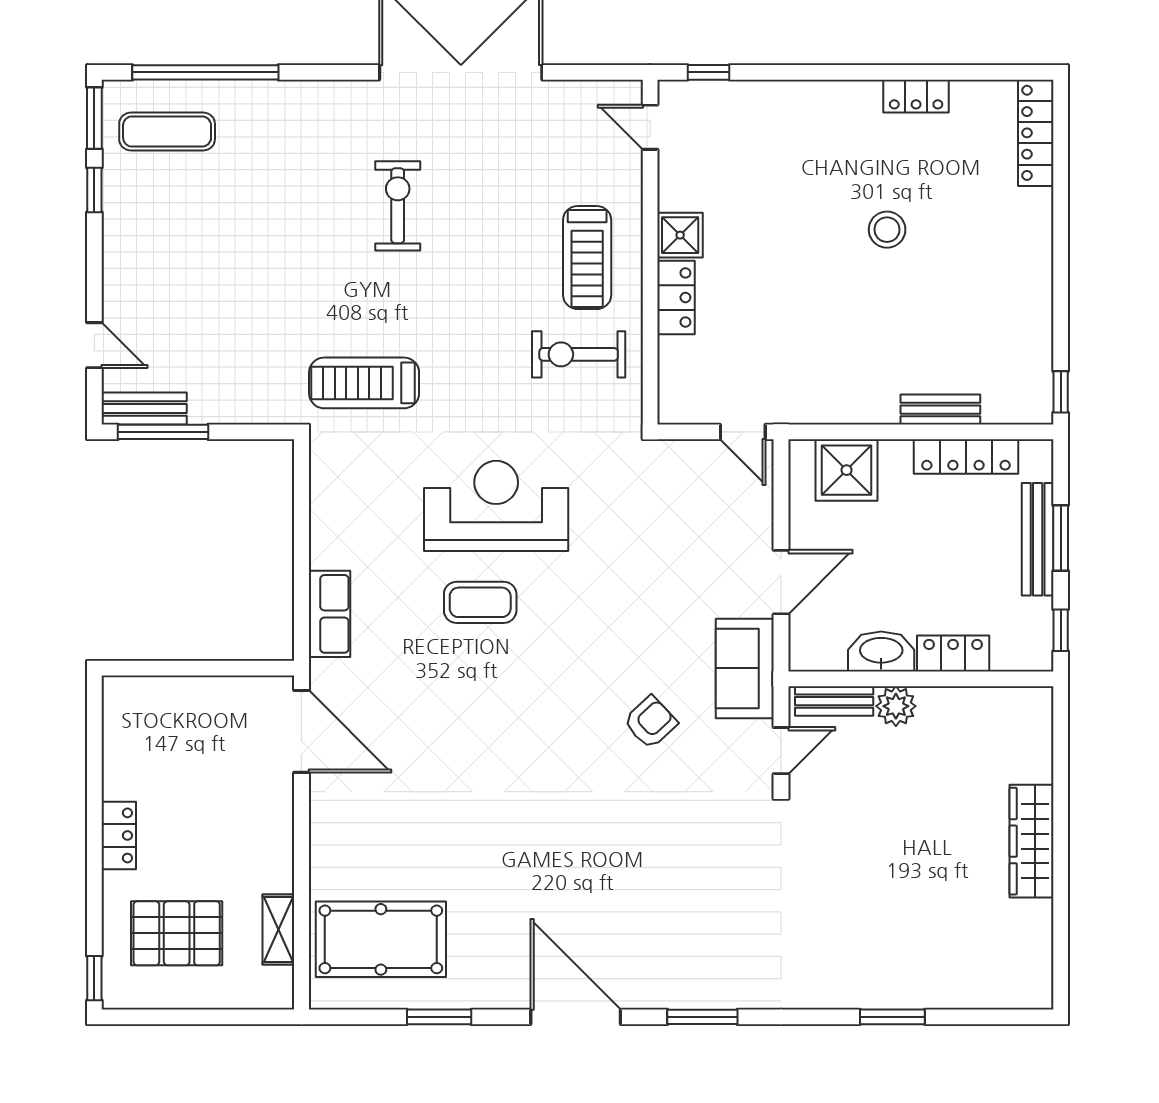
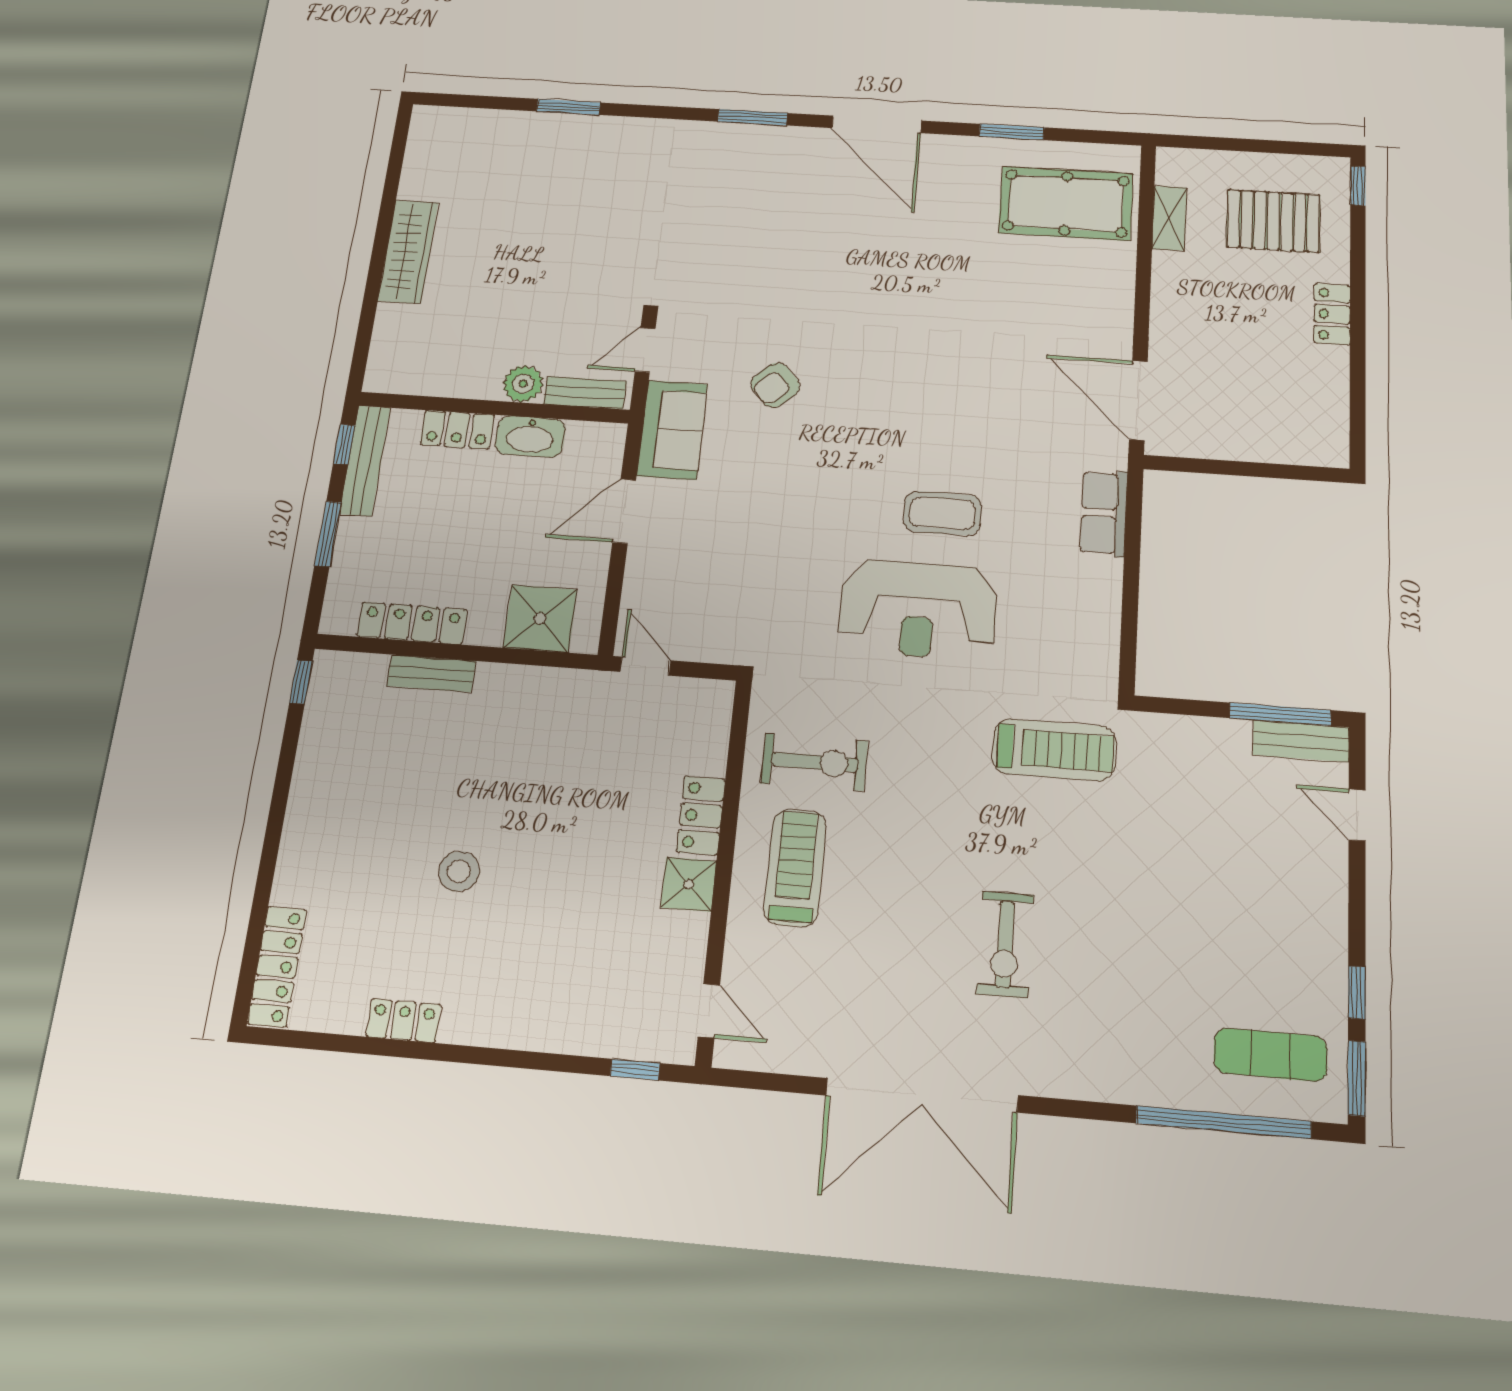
bench: (1038, 539) -> (365, 460), moved

